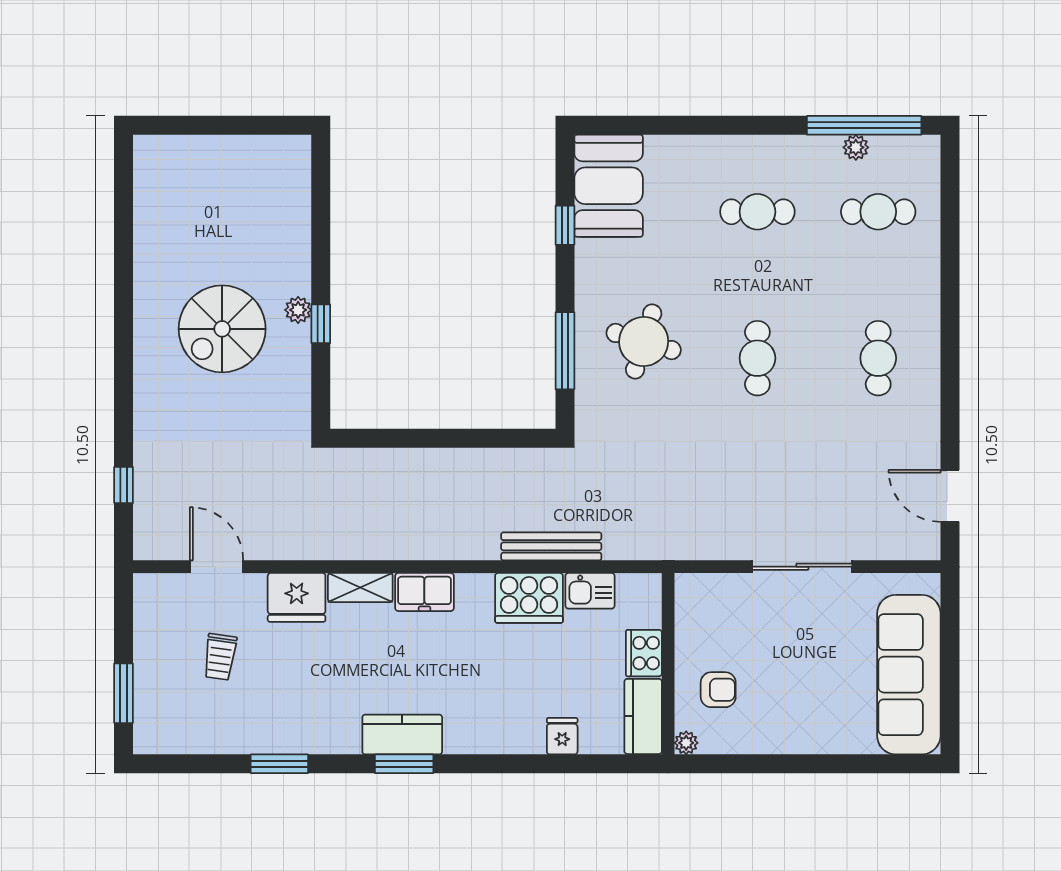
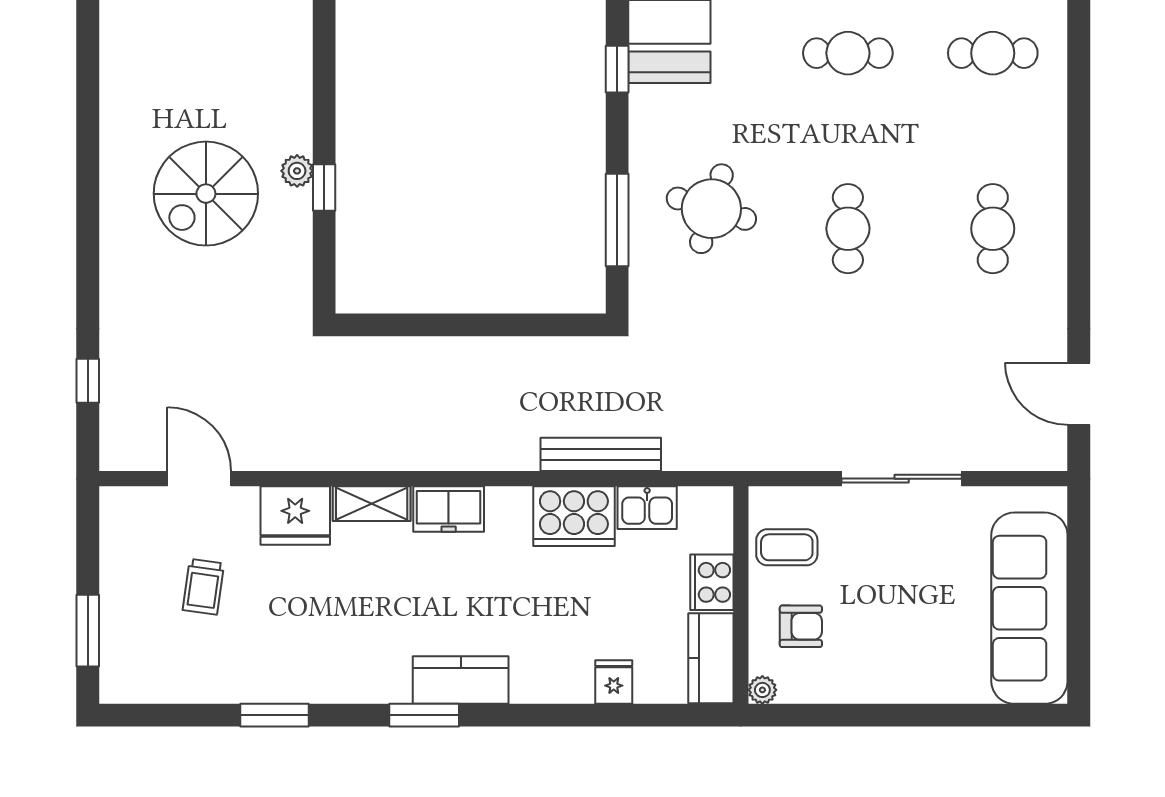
coffee table: (706, 624) -> (787, 547), added
kitchen counter: (402, 735) -> (461, 680), moved

